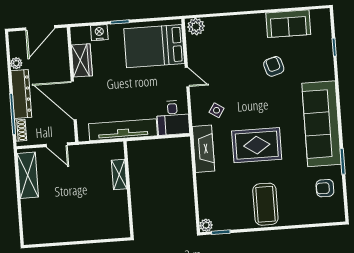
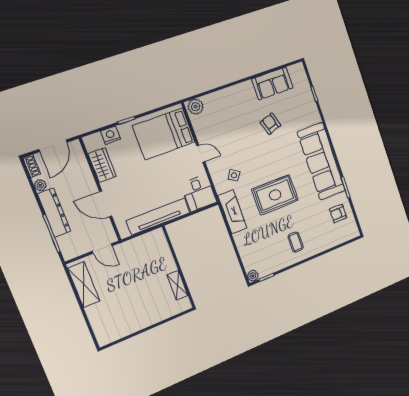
door: (74, 100) -> (106, 204), width x0.73
shoe rack: (21, 130) -> (32, 166), moved
shelving: (119, 174) -> (177, 285), moved
coffee table: (265, 204) -> (296, 242), width x0.54, depth x0.58

